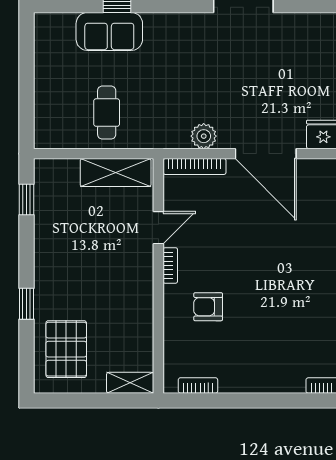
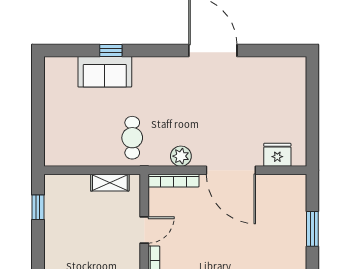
cafe table: (107, 113) -> (132, 138), moved
shelving: (116, 173) -> (110, 183), width x0.67, depth x0.75

